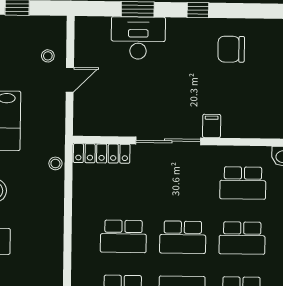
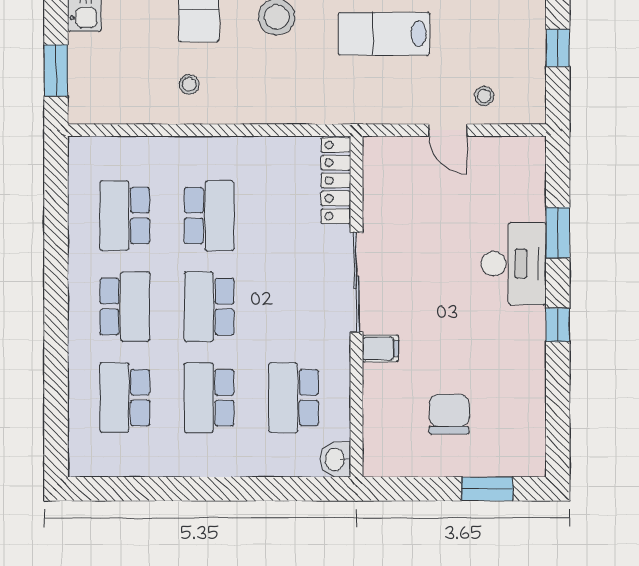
desk: (138, 38) -> (514, 264), moved
chair: (231, 49) -> (449, 414), moved
stool: (55, 163) -> (189, 84), moved
school desk: (123, 236) -> (209, 216), turned 180

